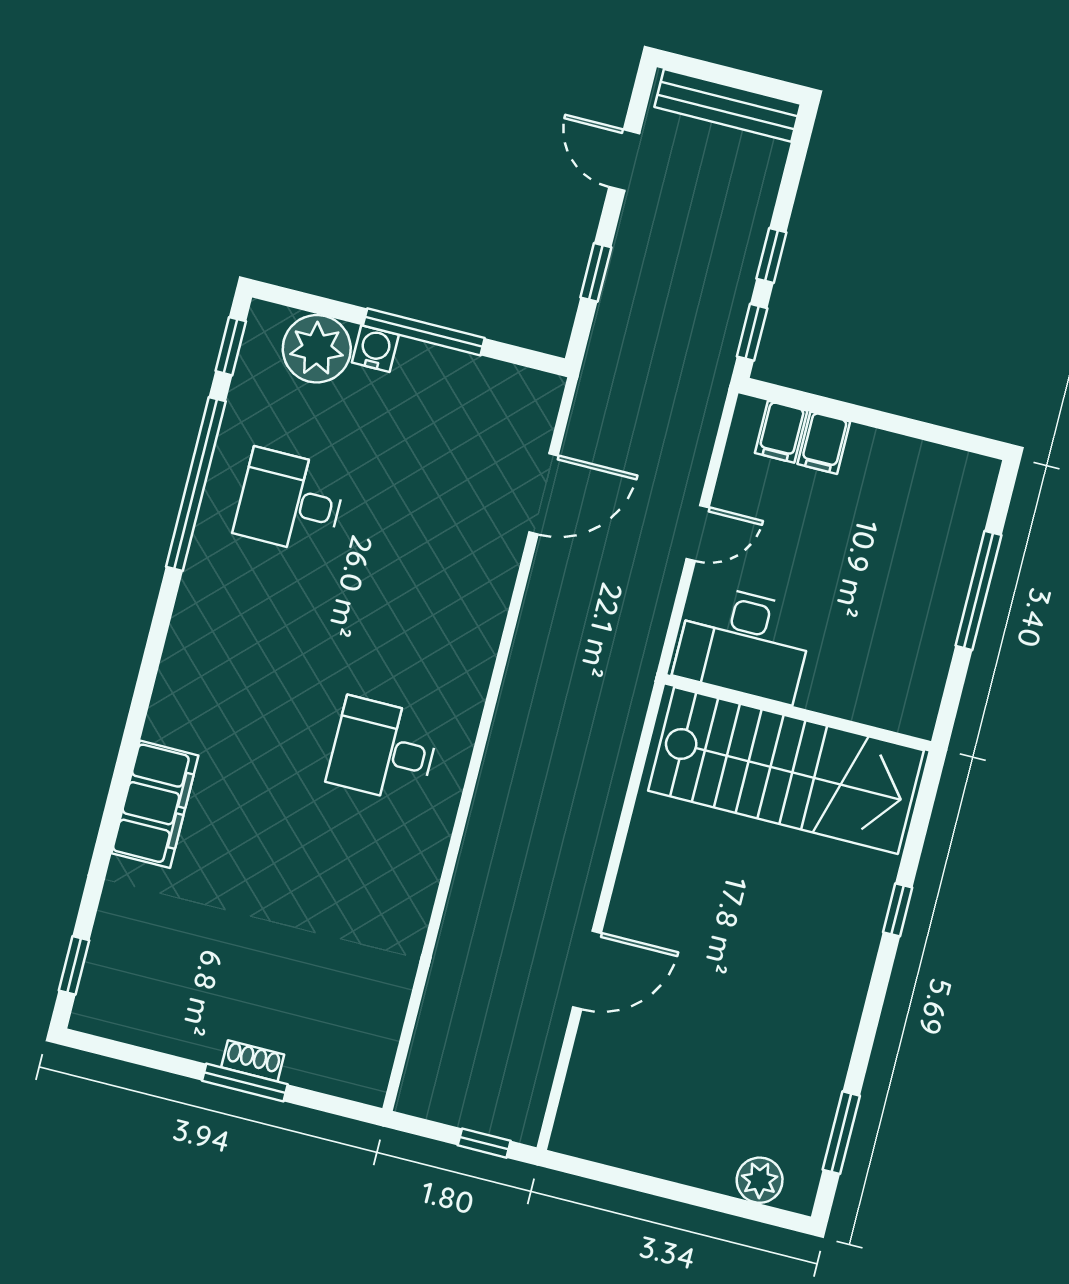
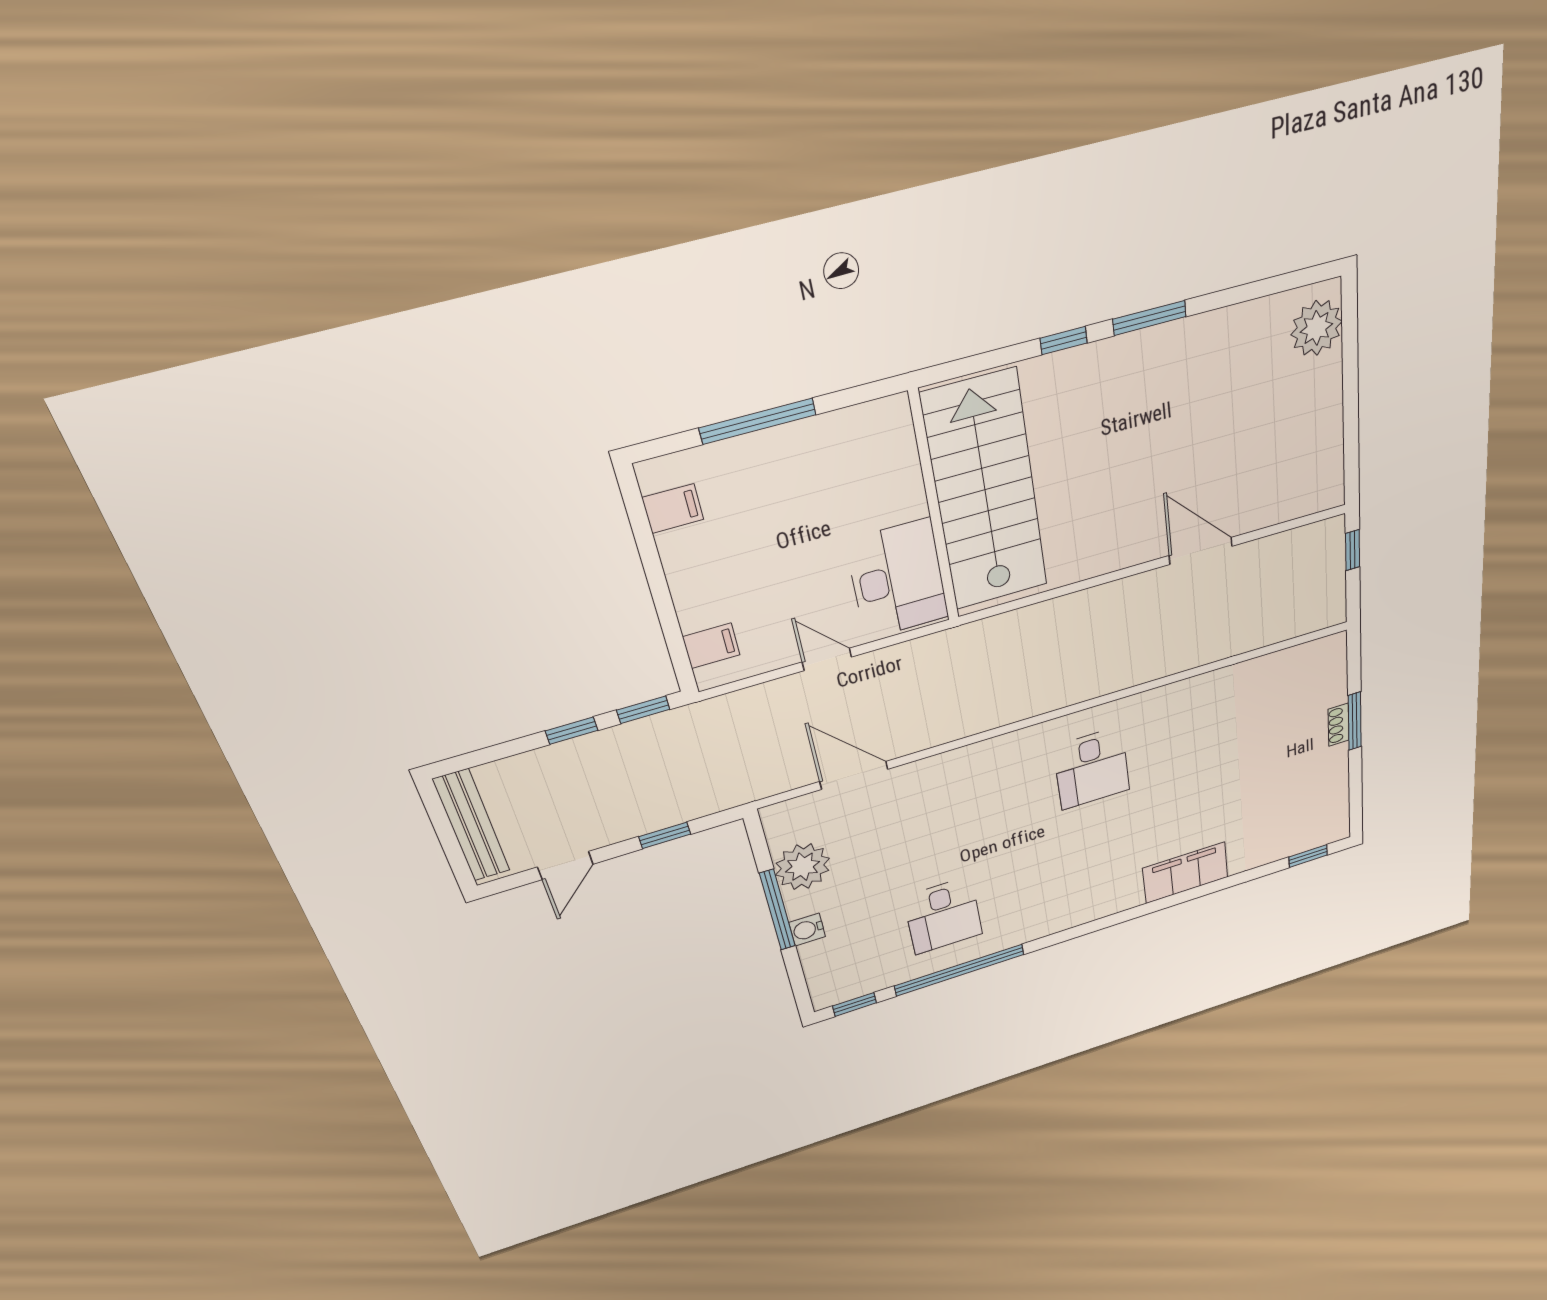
plant: (317, 349) -> (803, 867), moved
filing cabinet: (824, 443) -> (673, 509), moved
window: (841, 1133) -> (1149, 318), moved
plant: (760, 1180) -> (1316, 328), width x1.36, depth x1.36

